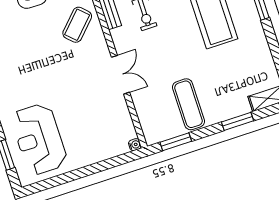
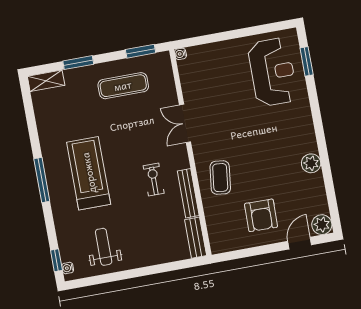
coffee table: (77, 25) -> (220, 178), turned -37
exercise mat: (189, 104) -> (123, 86), turned 90

